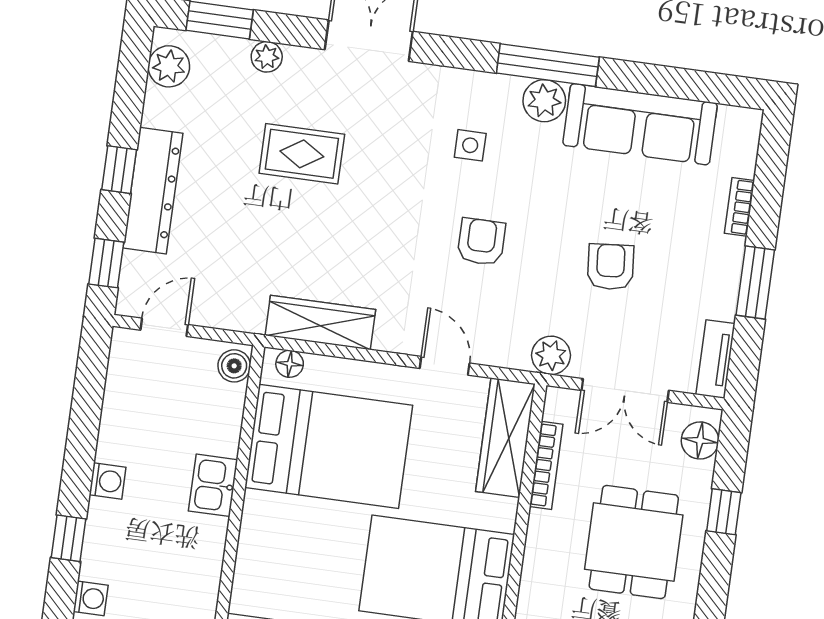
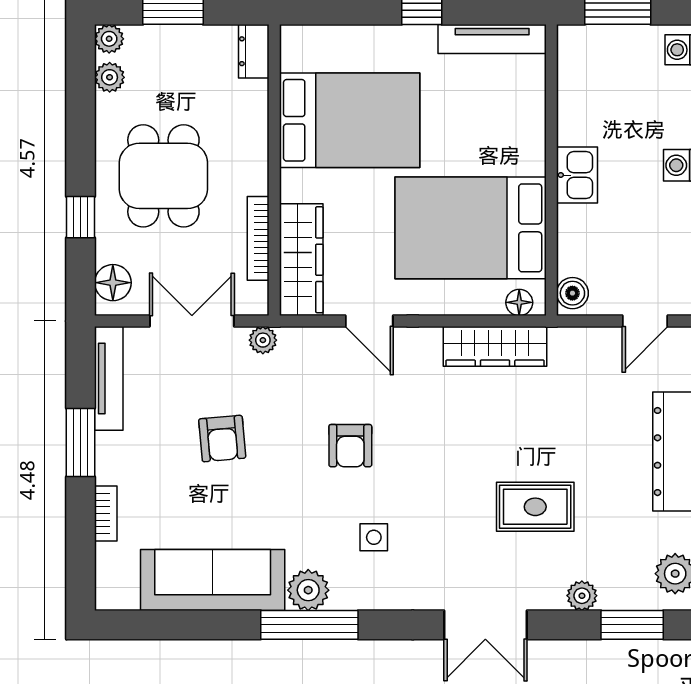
plant: (551, 355) -> (263, 340), width x0.73, depth x0.73
tv unit: (715, 359) -> (109, 378), width x1.41

